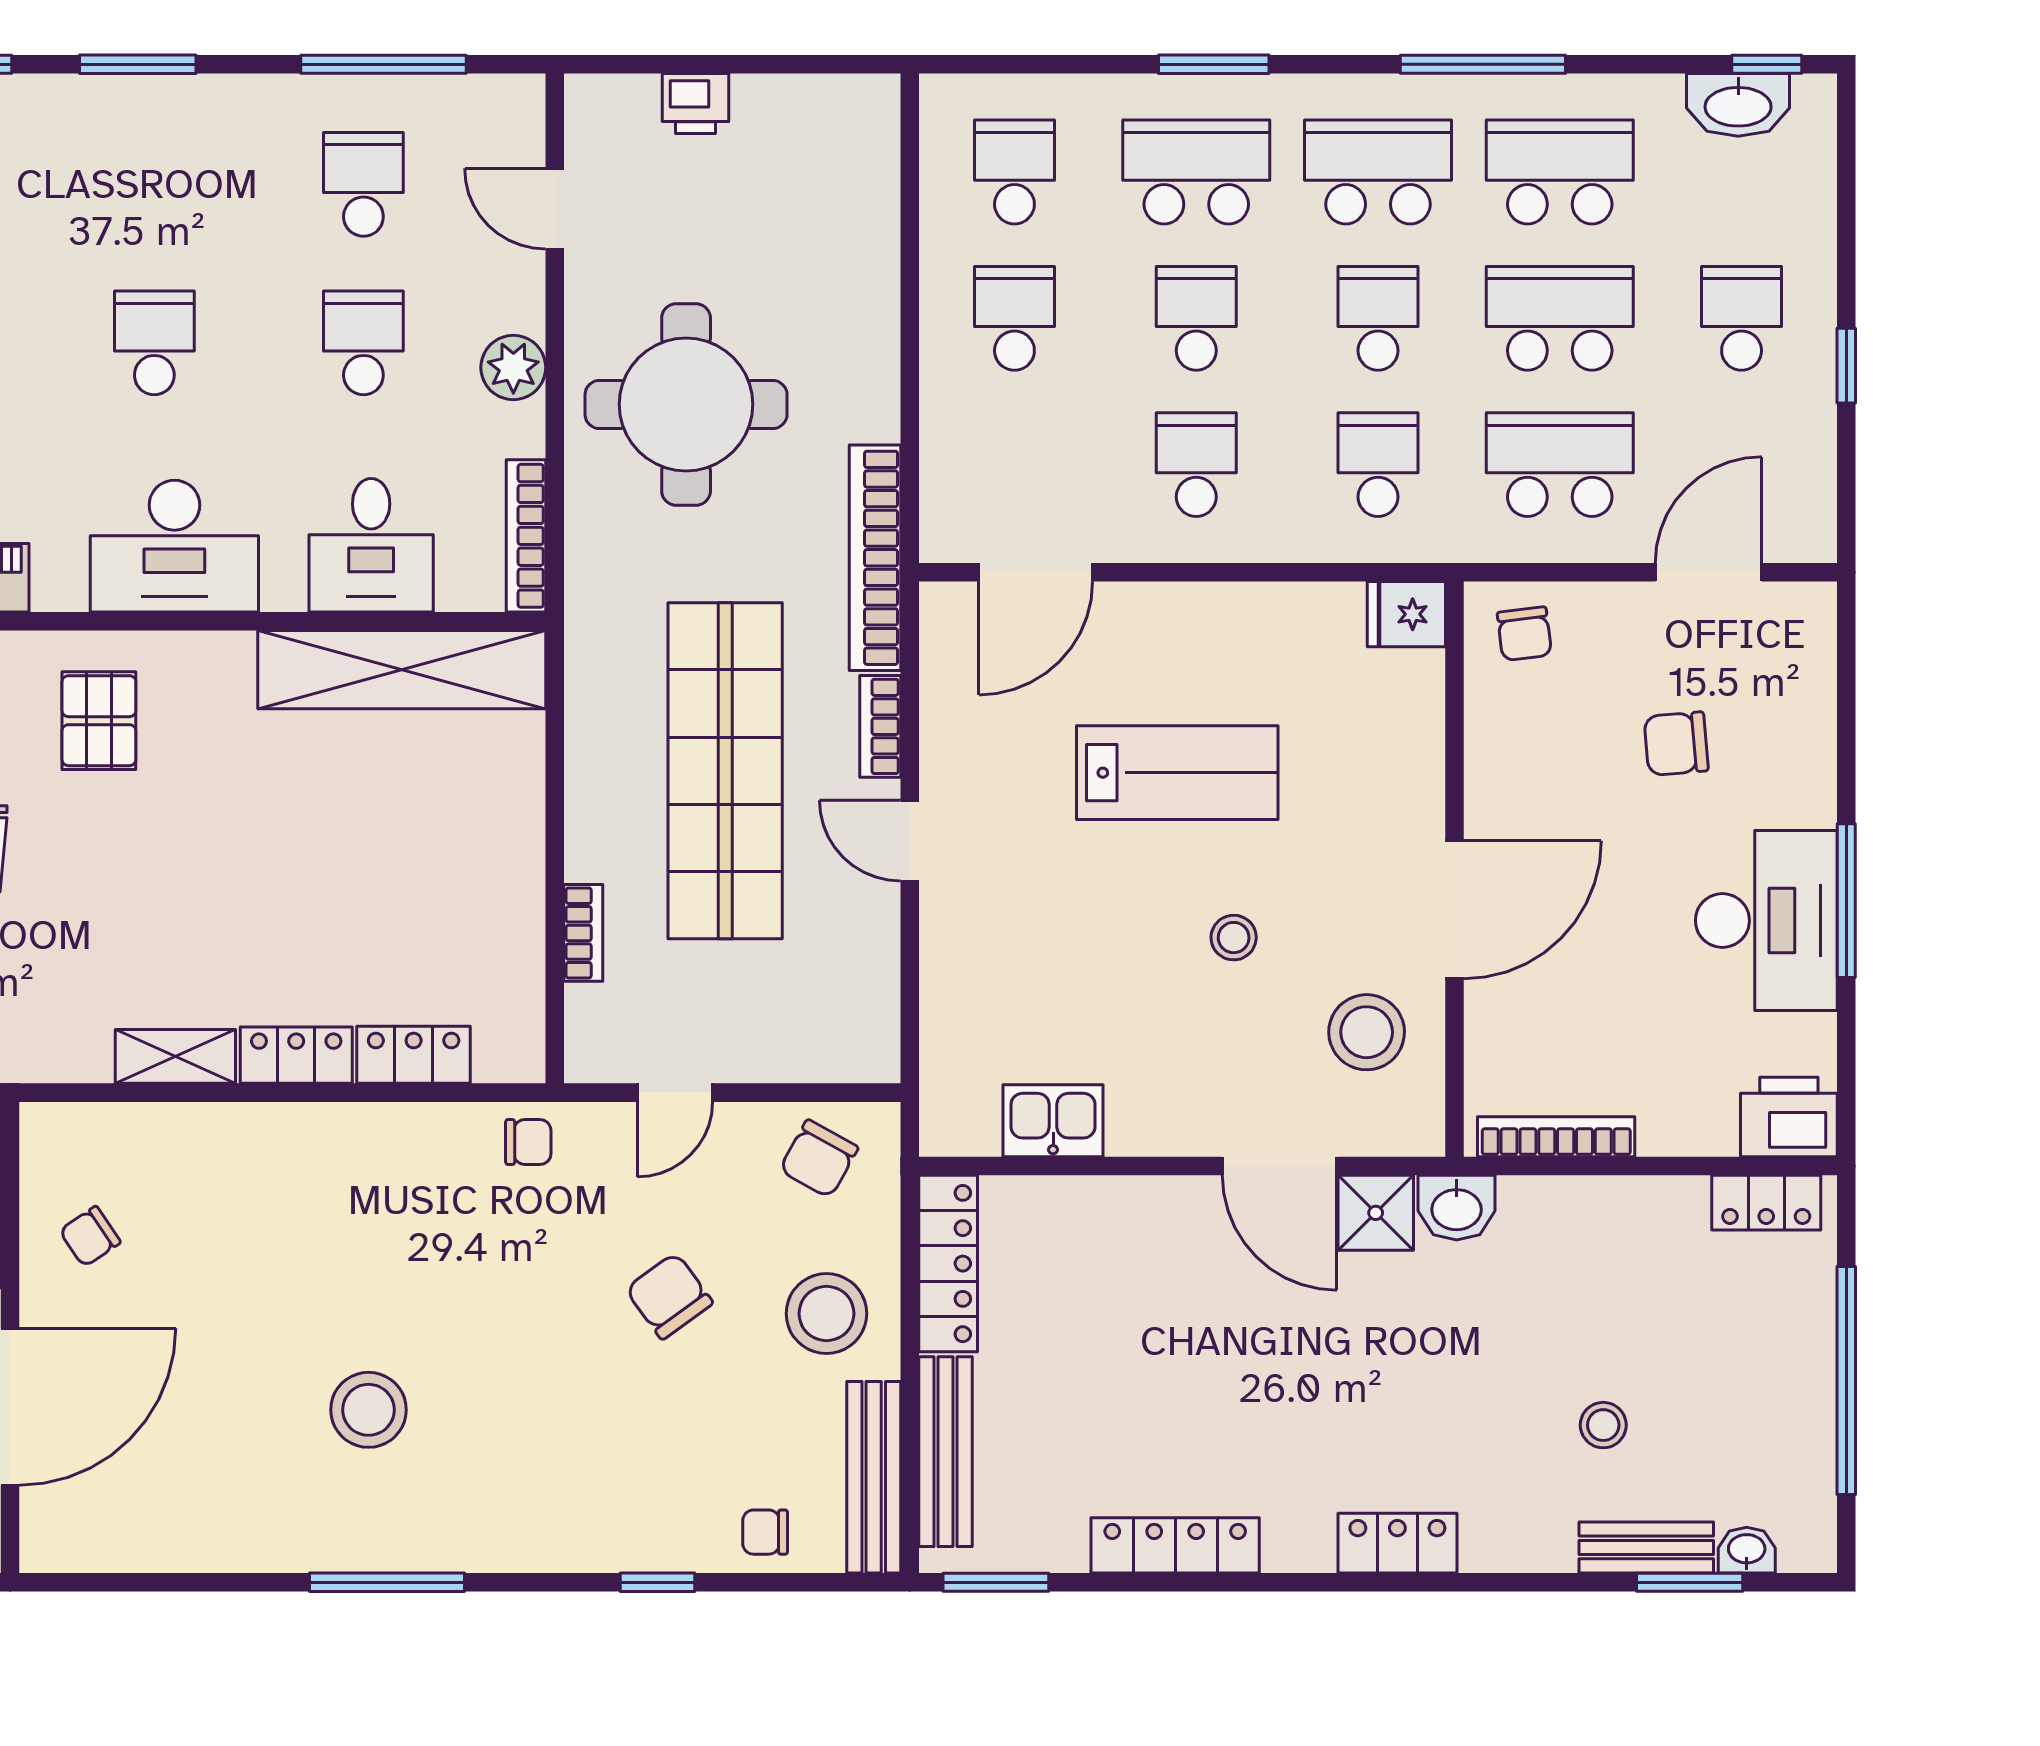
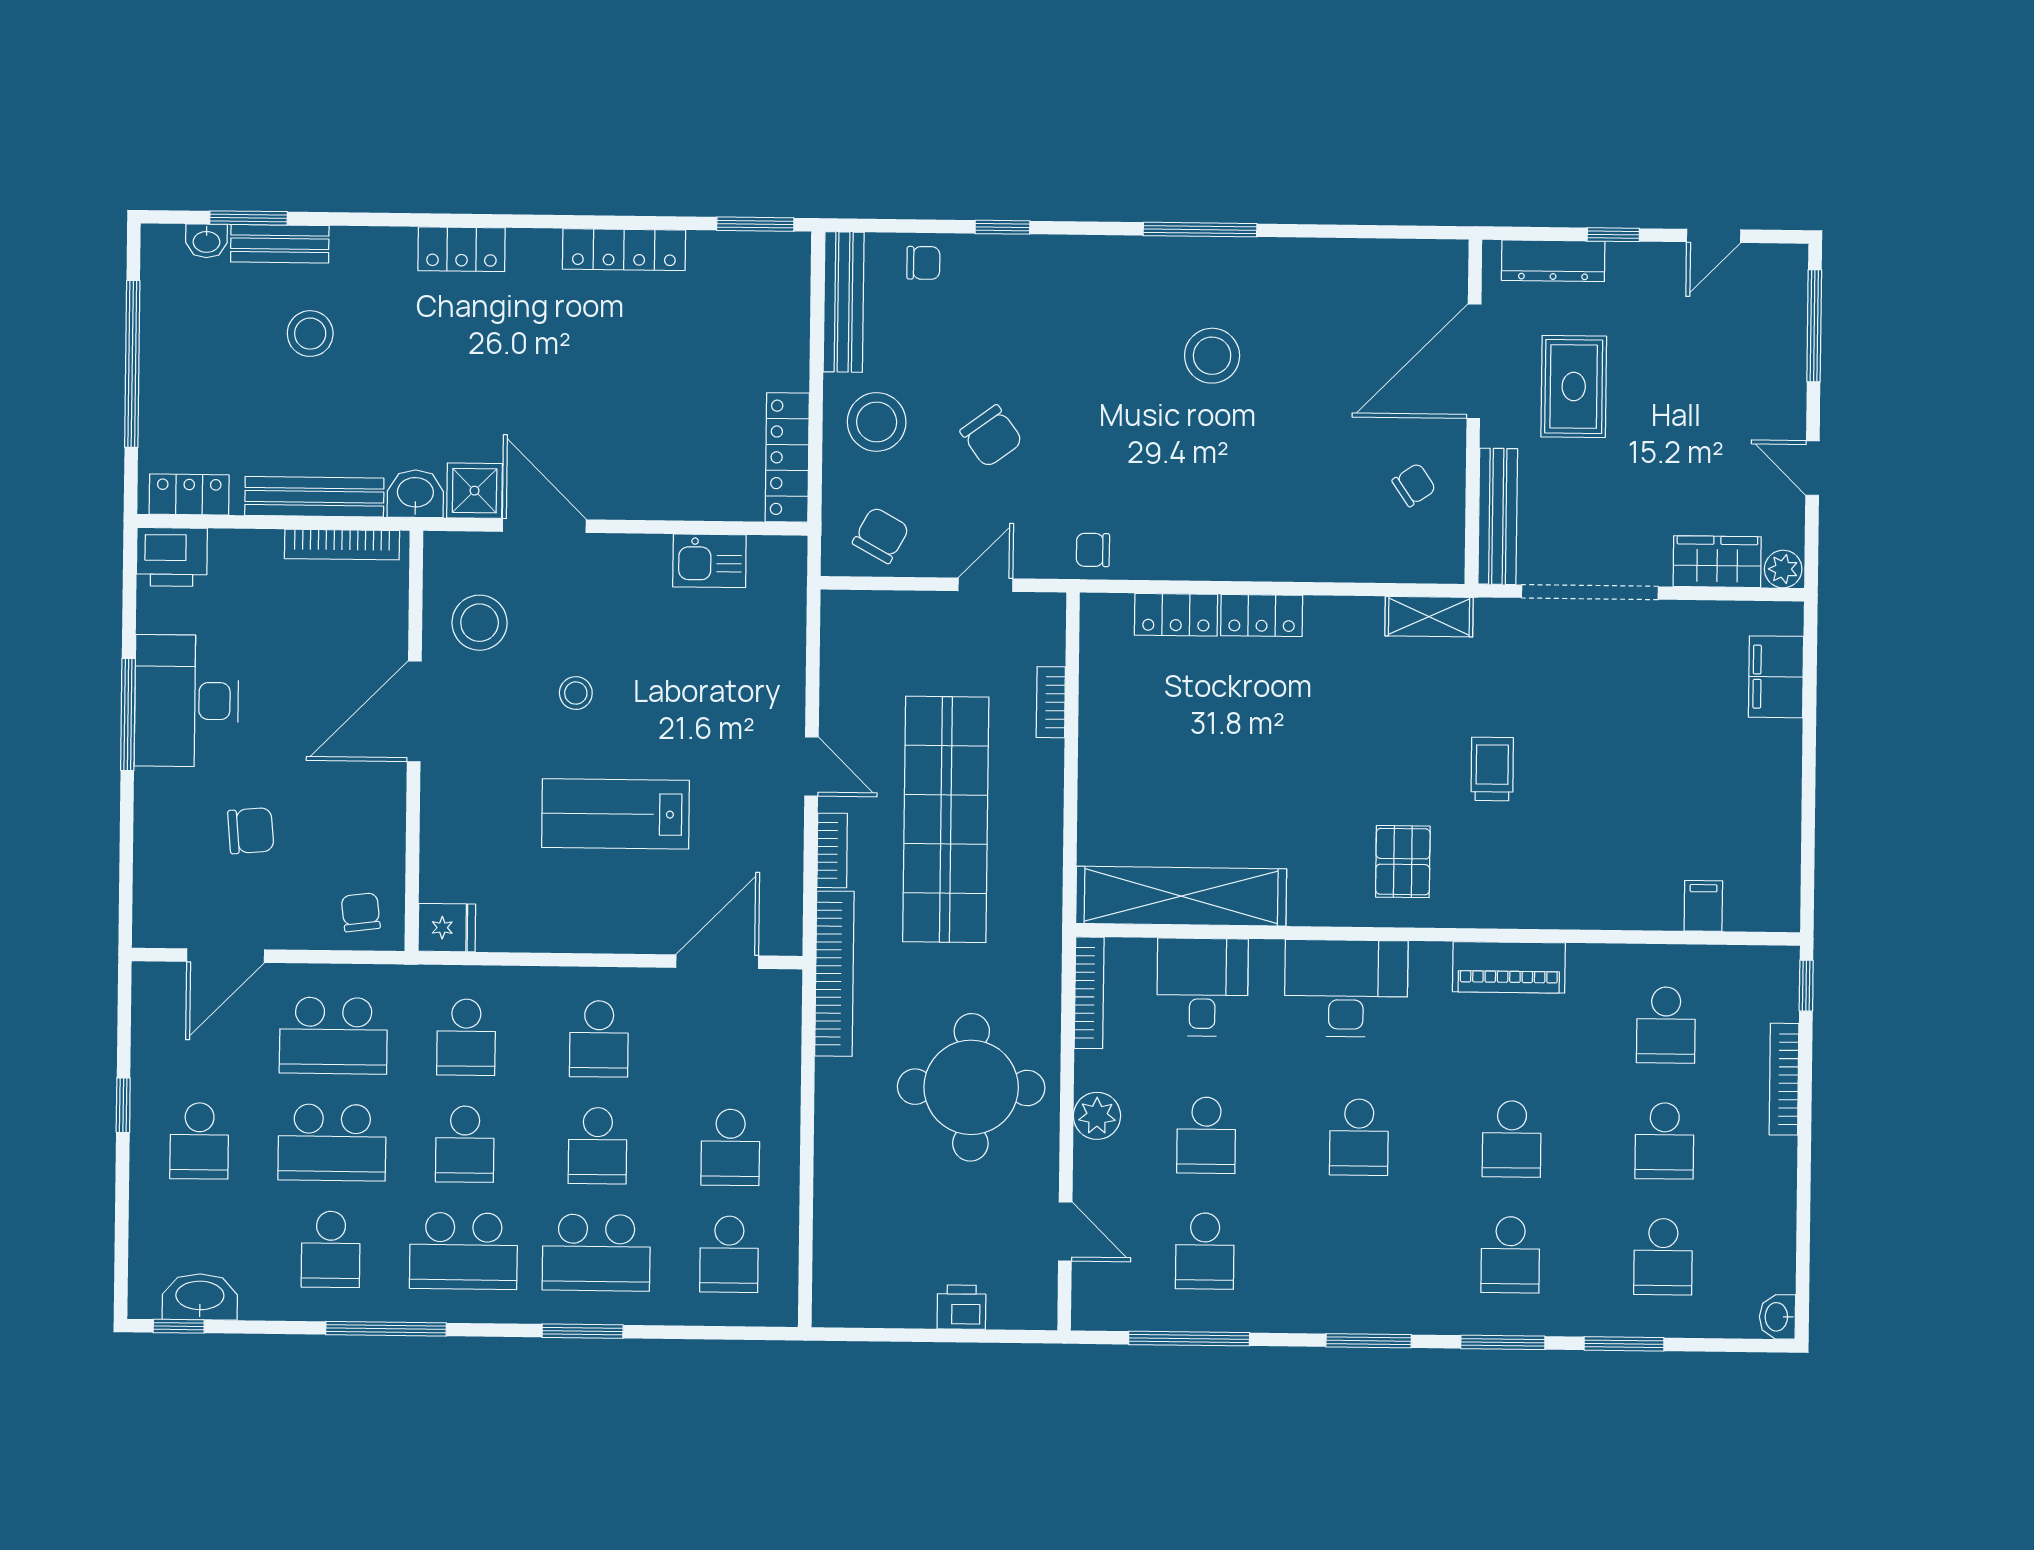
school desk: (1560, 172) -> (331, 1249), width x0.54
shelving: (175, 1056) -> (1429, 617), moved
stool: (1603, 1425) -> (310, 334), width x1.37, depth x1.37
bench: (946, 1452) -> (314, 497), moved, turned 90

